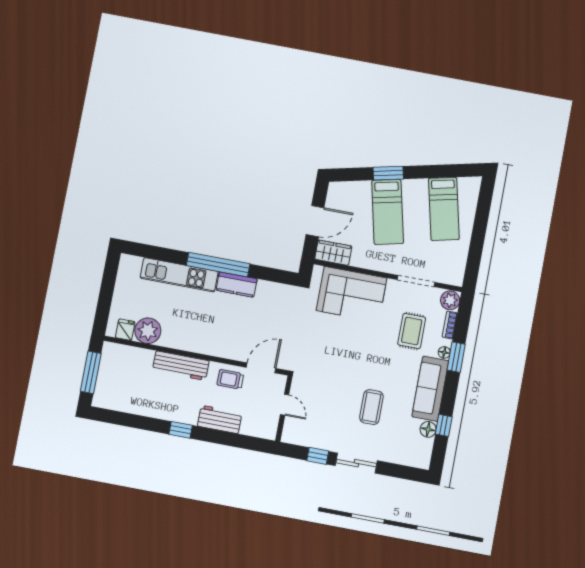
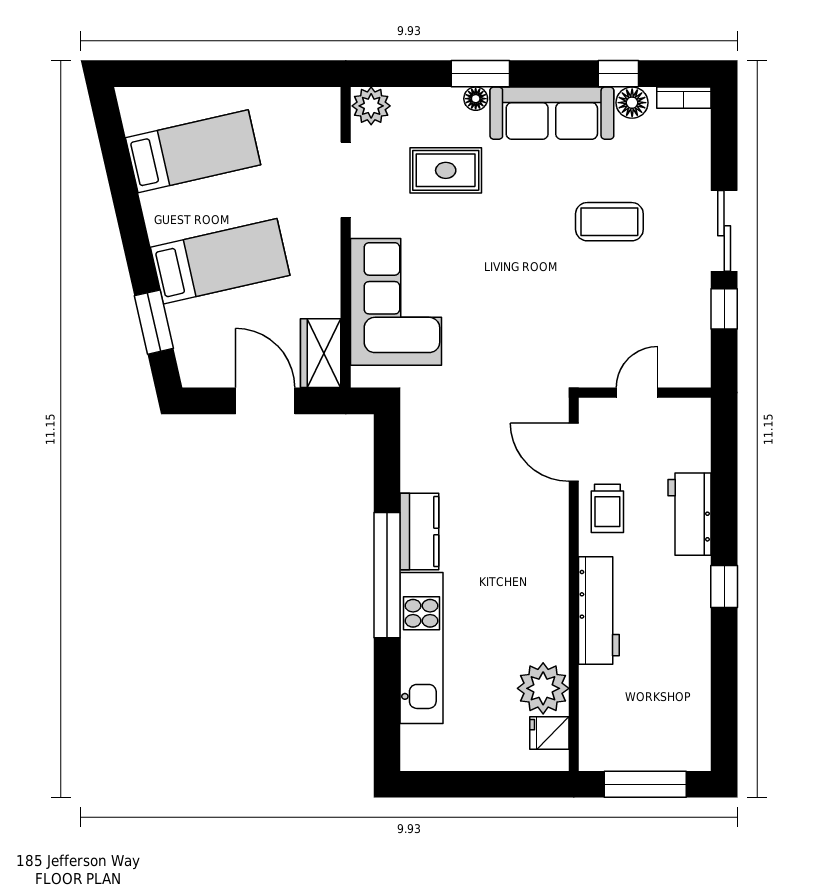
window: (388, 173) -> (154, 322), moved
bookcase: (450, 325) -> (684, 98), moved

